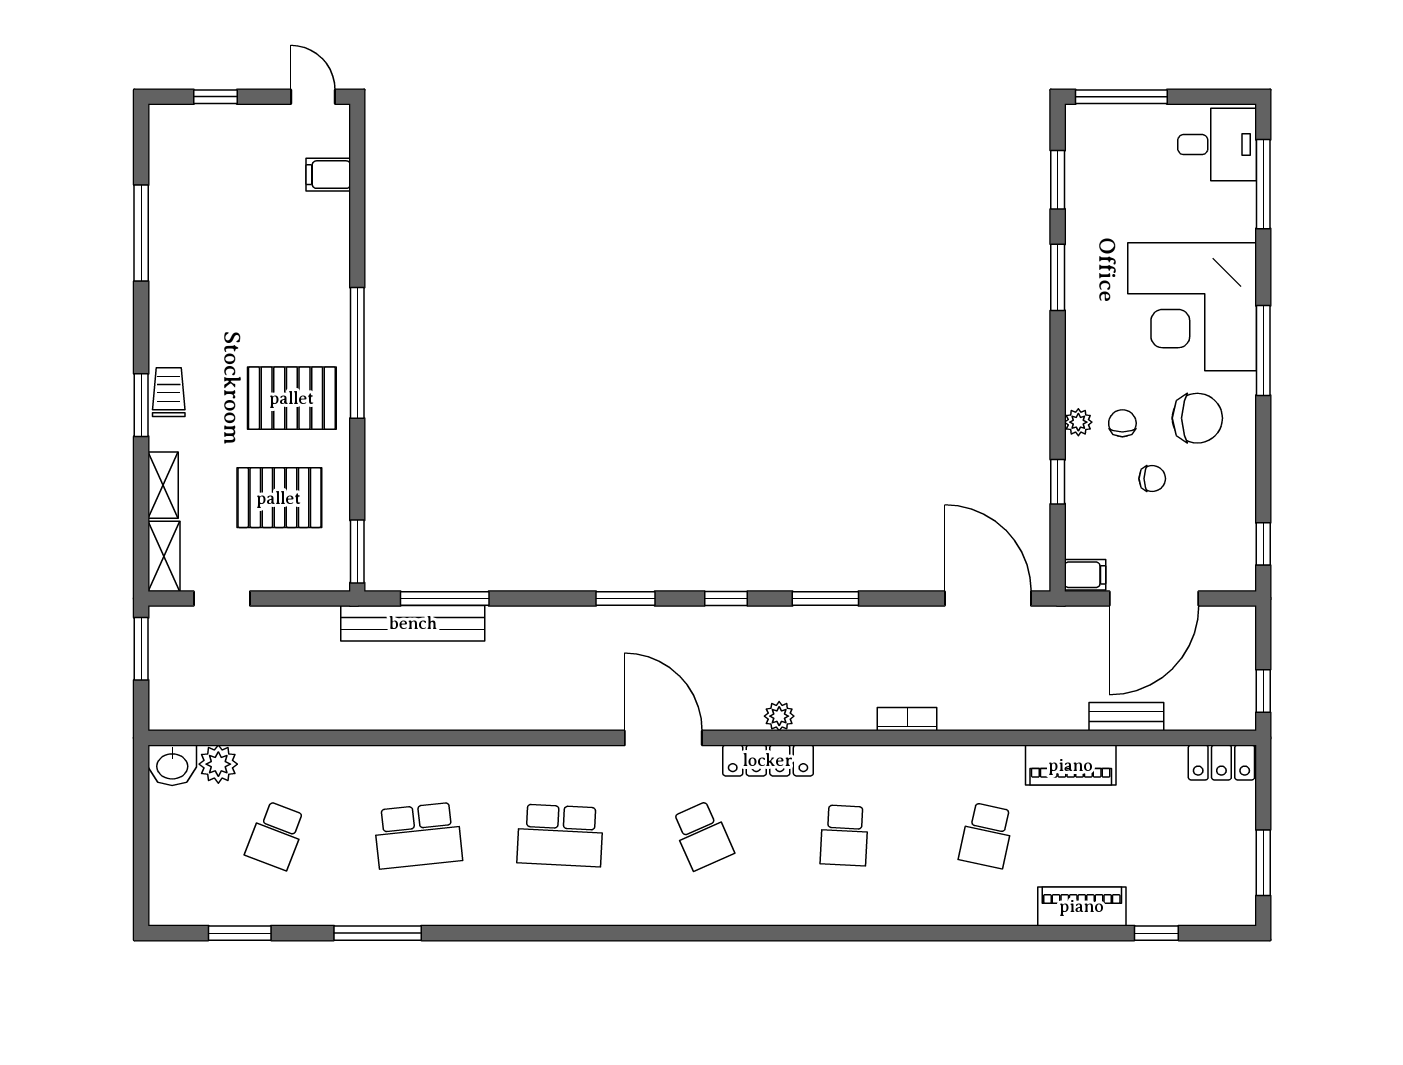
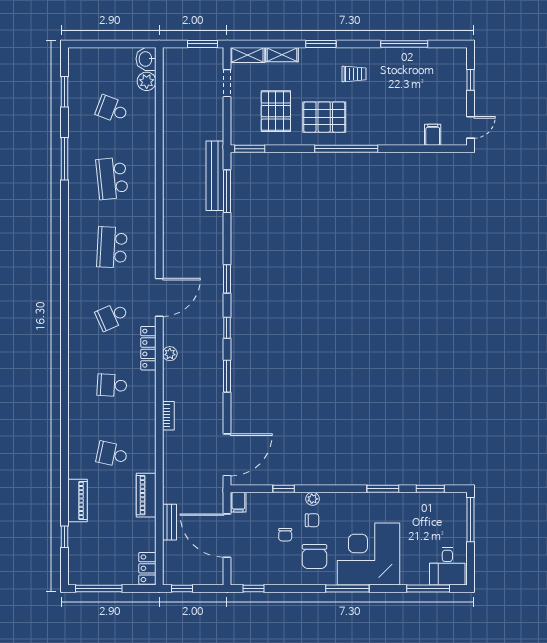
trolley: (169, 392) -> (354, 74), moved
pallet: (292, 398) -> (324, 117), turned 90
window: (1263, 863) -> (99, 589), width x1.44

